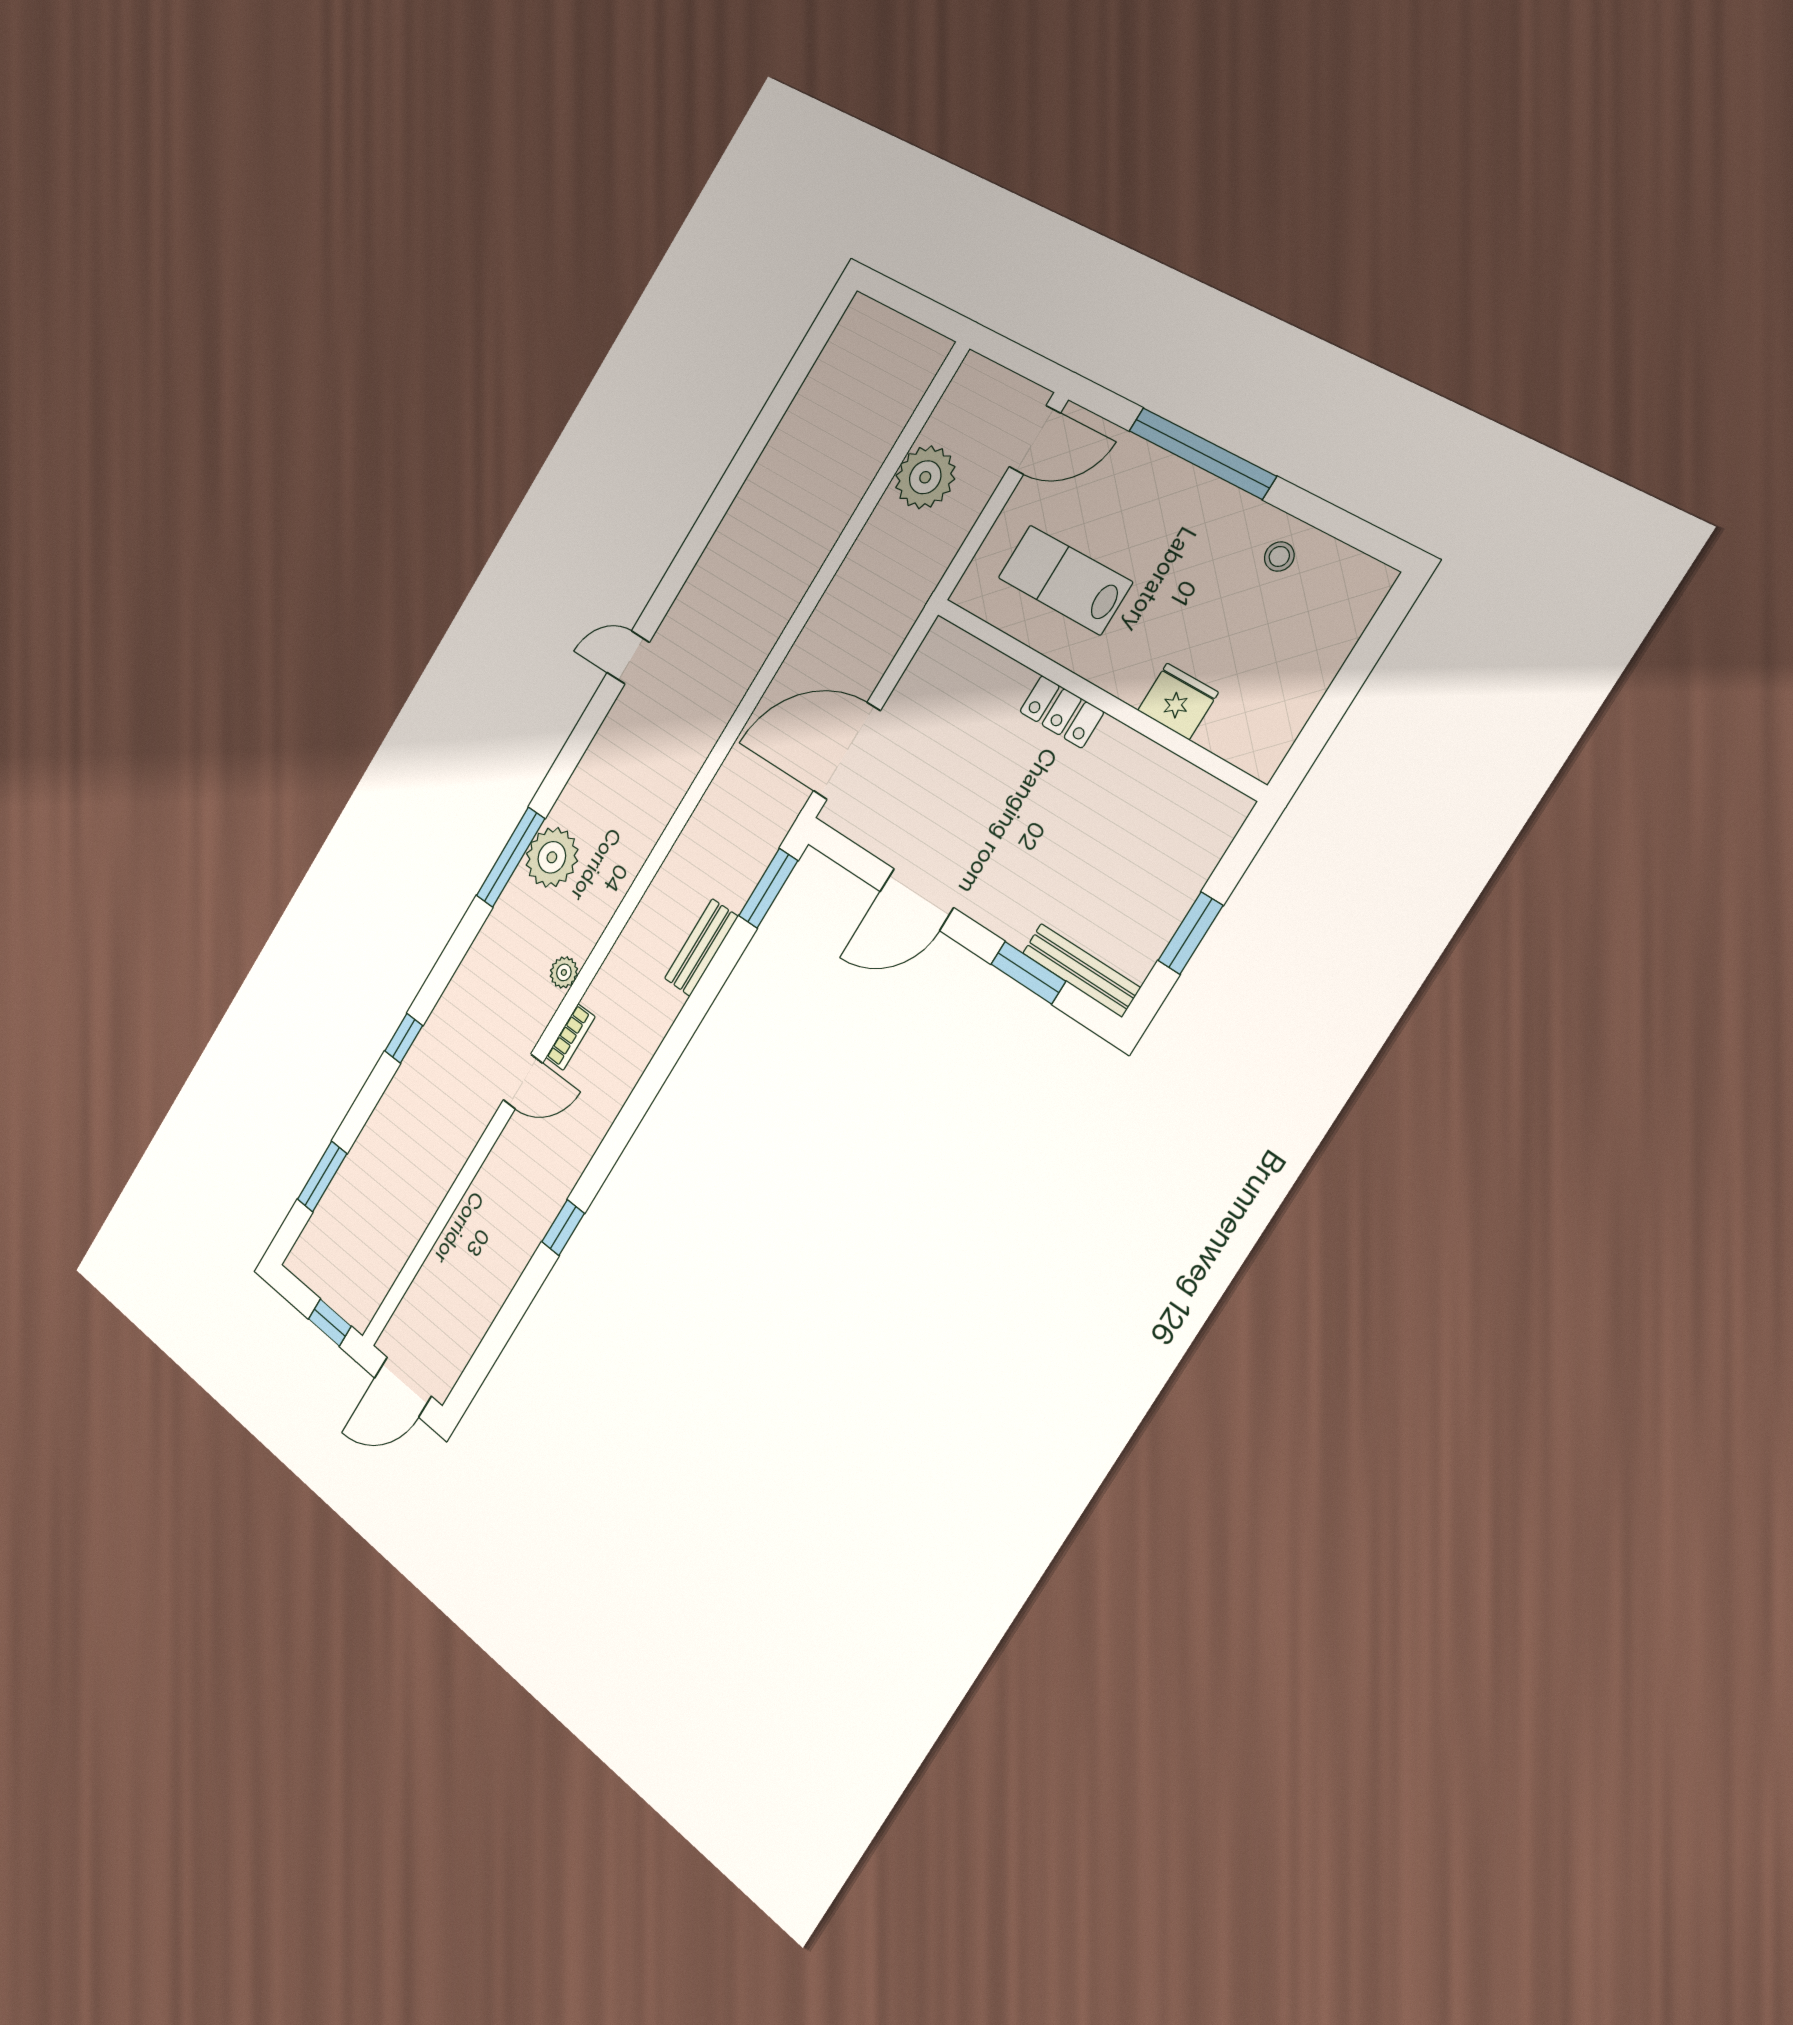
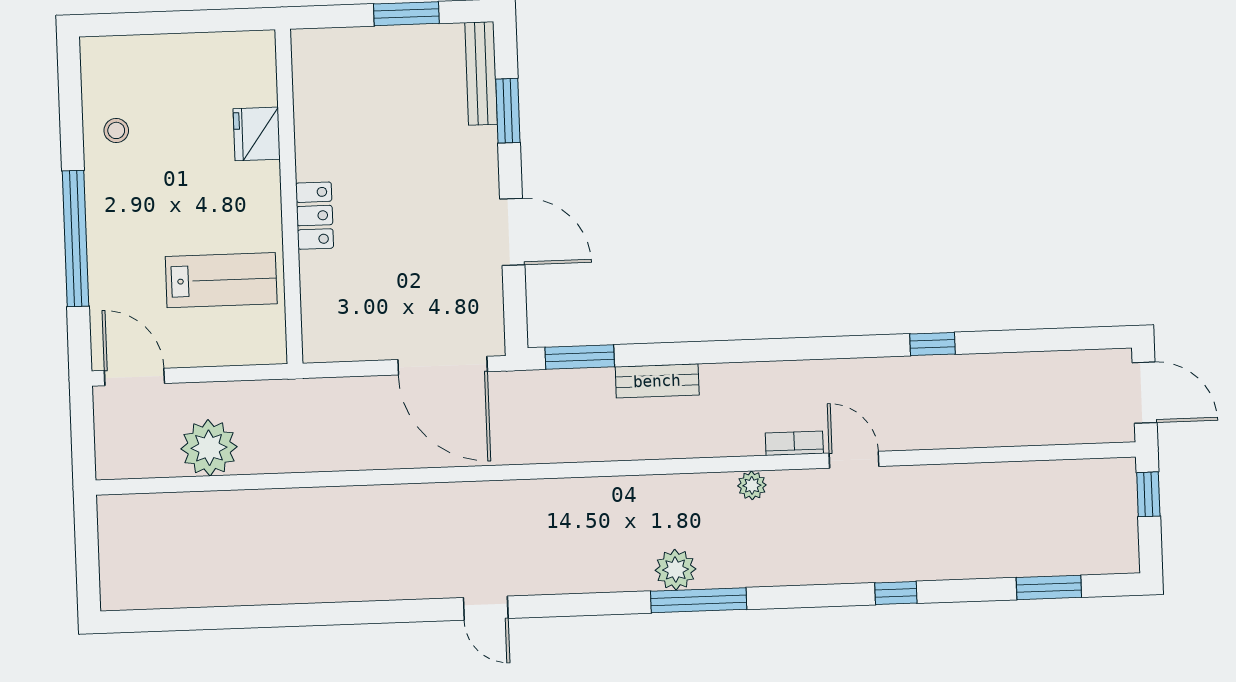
lab bench: (1065, 580) -> (221, 280), turned -90
plant: (552, 857) -> (675, 570), width x0.73, depth x0.73

